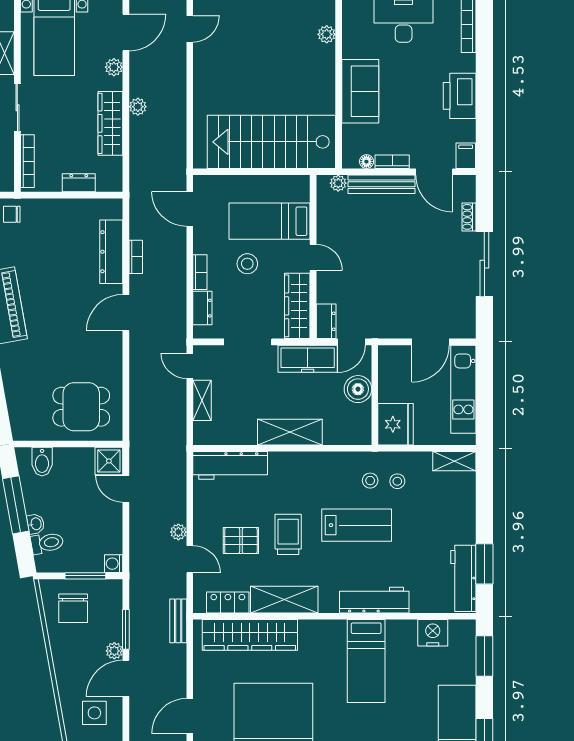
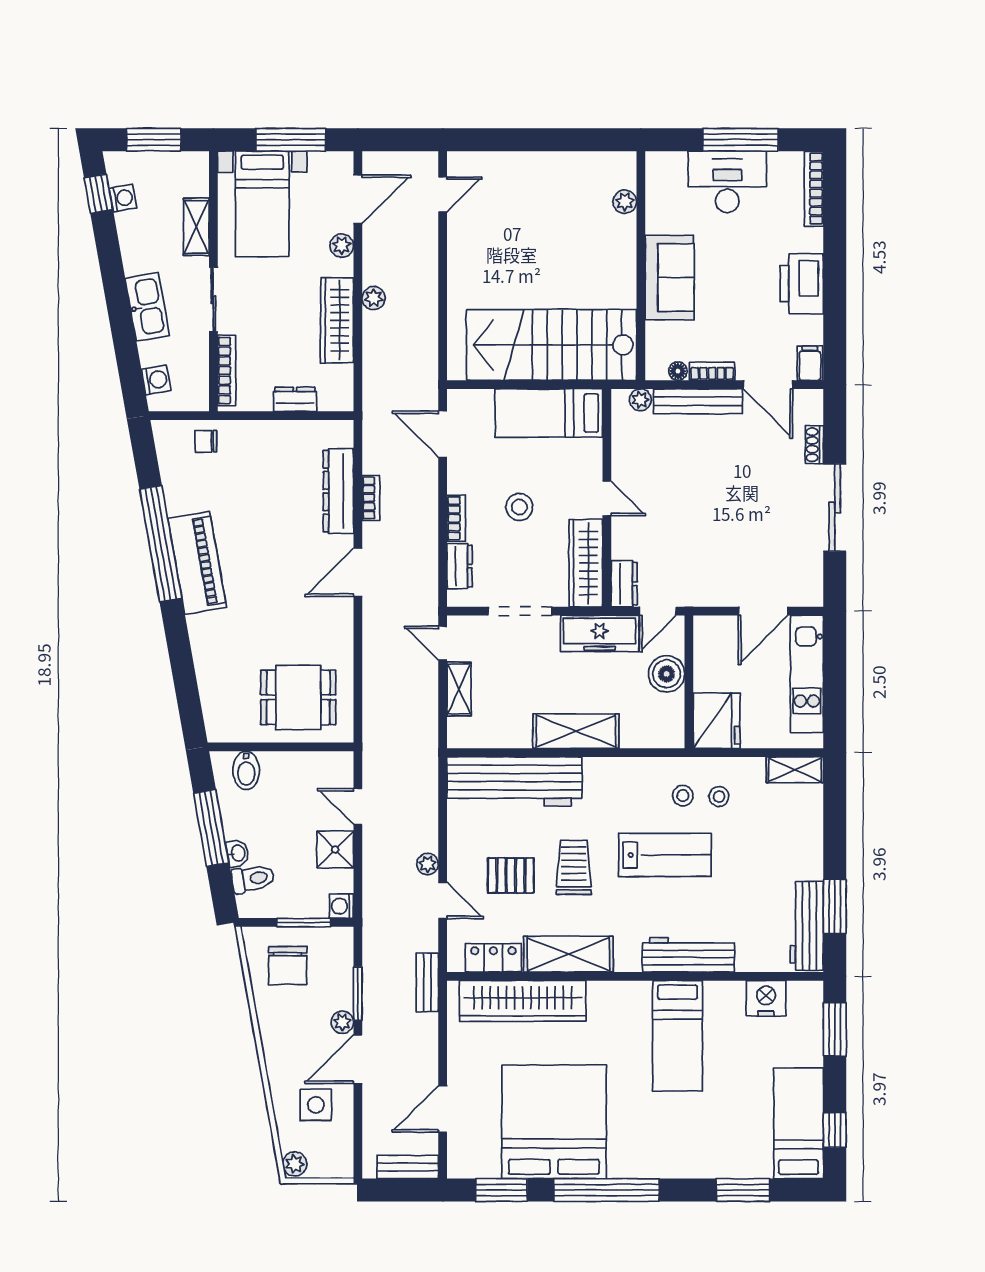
bed: (269, 221) -> (549, 413), moved
shower: (109, 461) -> (335, 850), moved
workbench: (230, 465) -> (514, 781), width x1.36, depth x1.32

